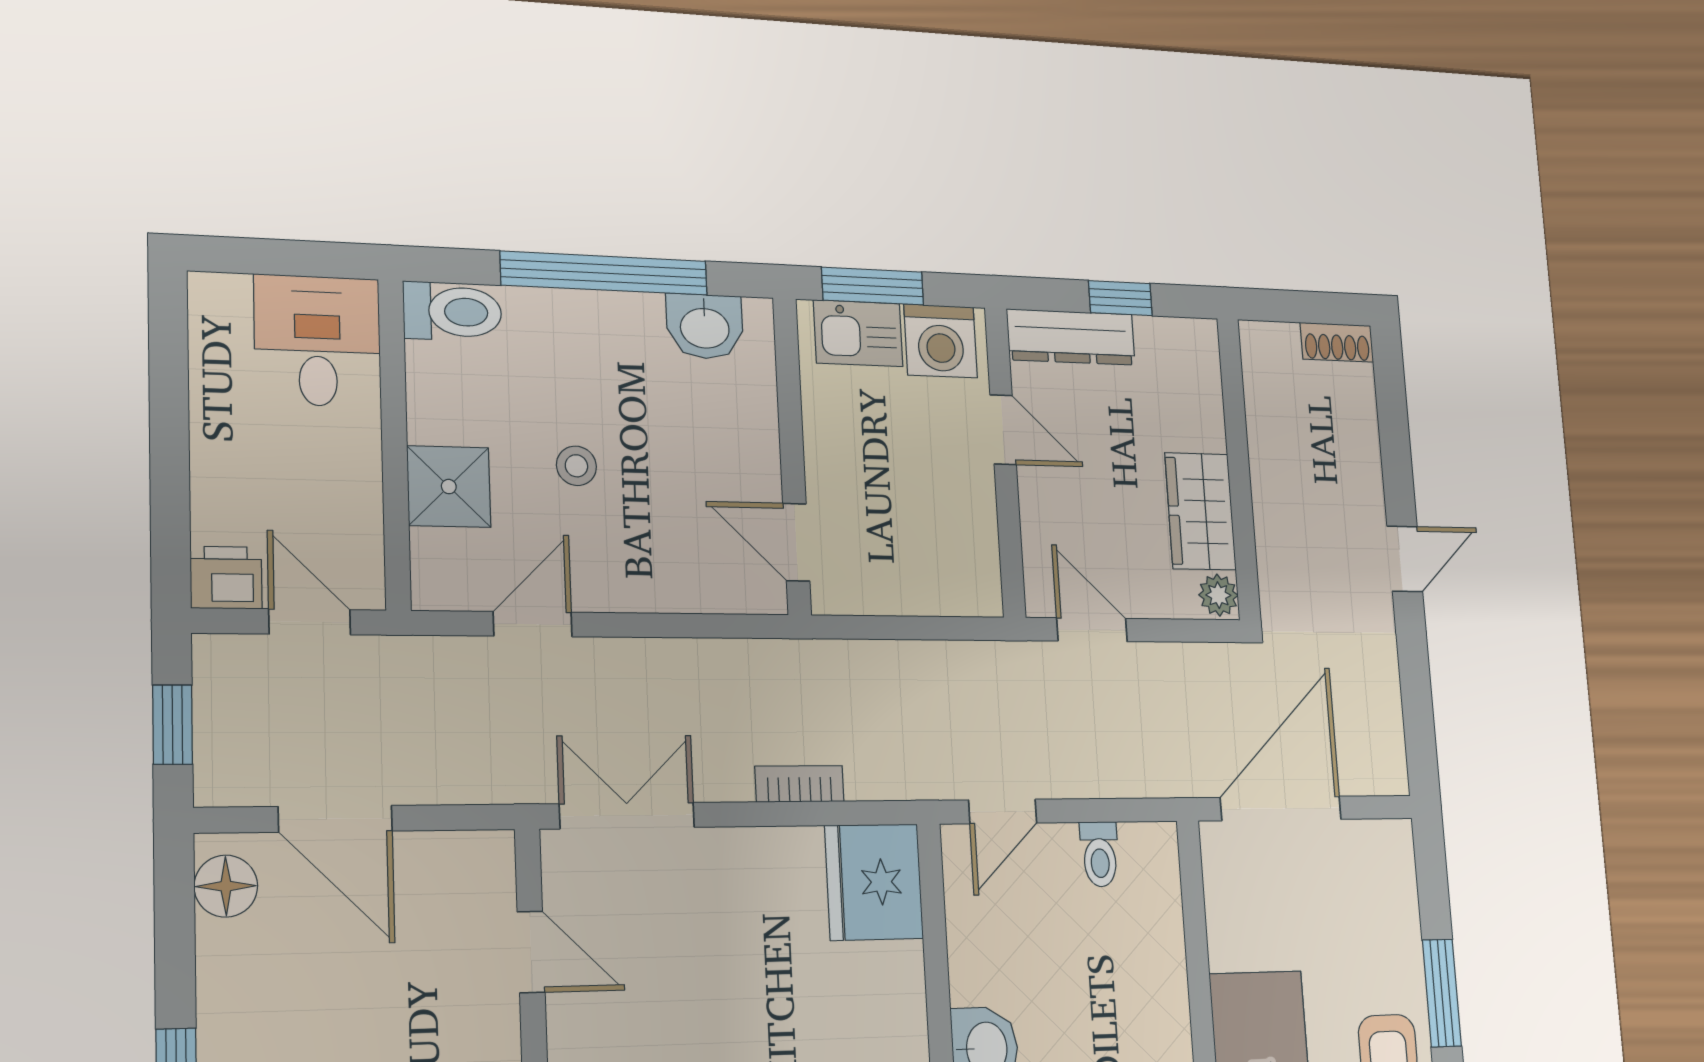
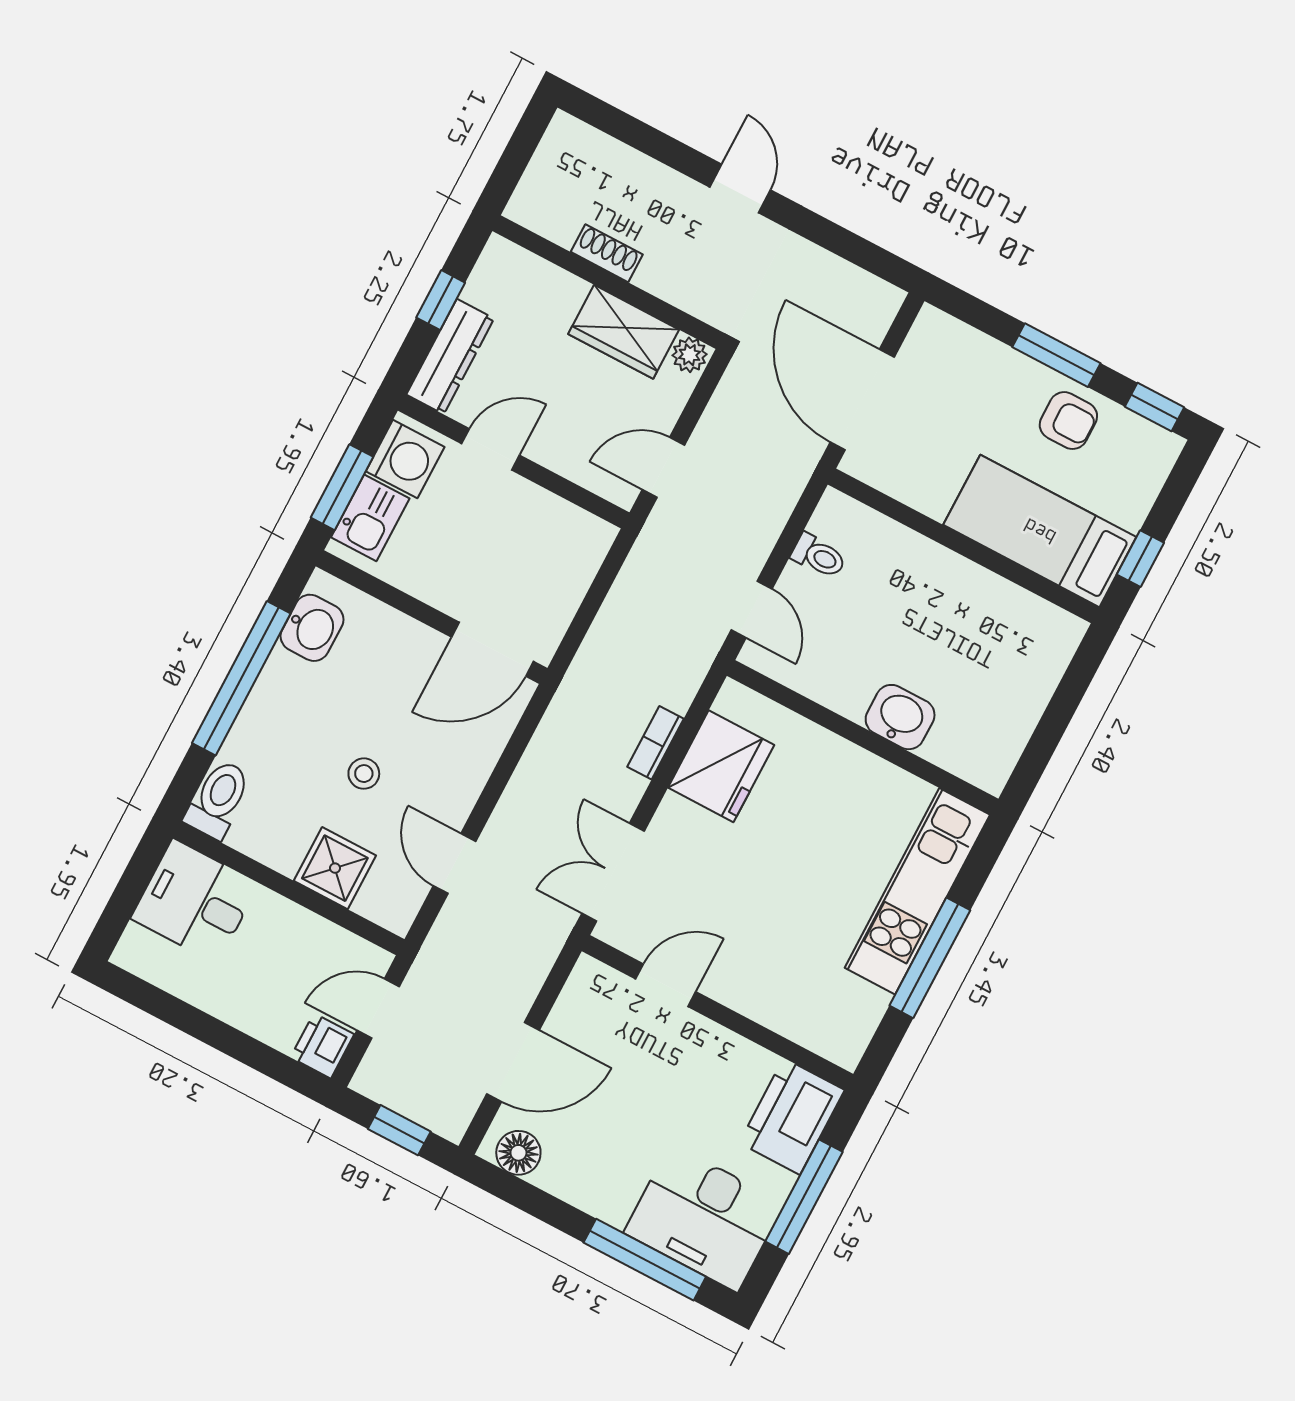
shoe rack: (1337, 342) -> (607, 253), moved, turned -90
door: (796, 542) -> (493, 649), width x1.38
fridge: (874, 882) -> (721, 766), moved, turned -90

